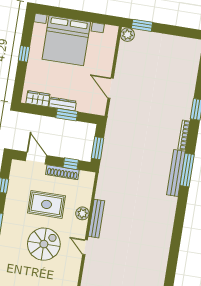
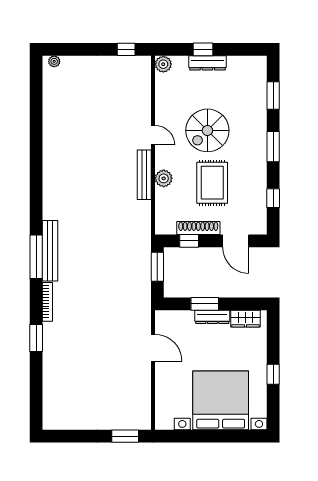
plant: (127, 35) -> (142, 421), removed
rug: (47, 204) -> (212, 183), turned 90

